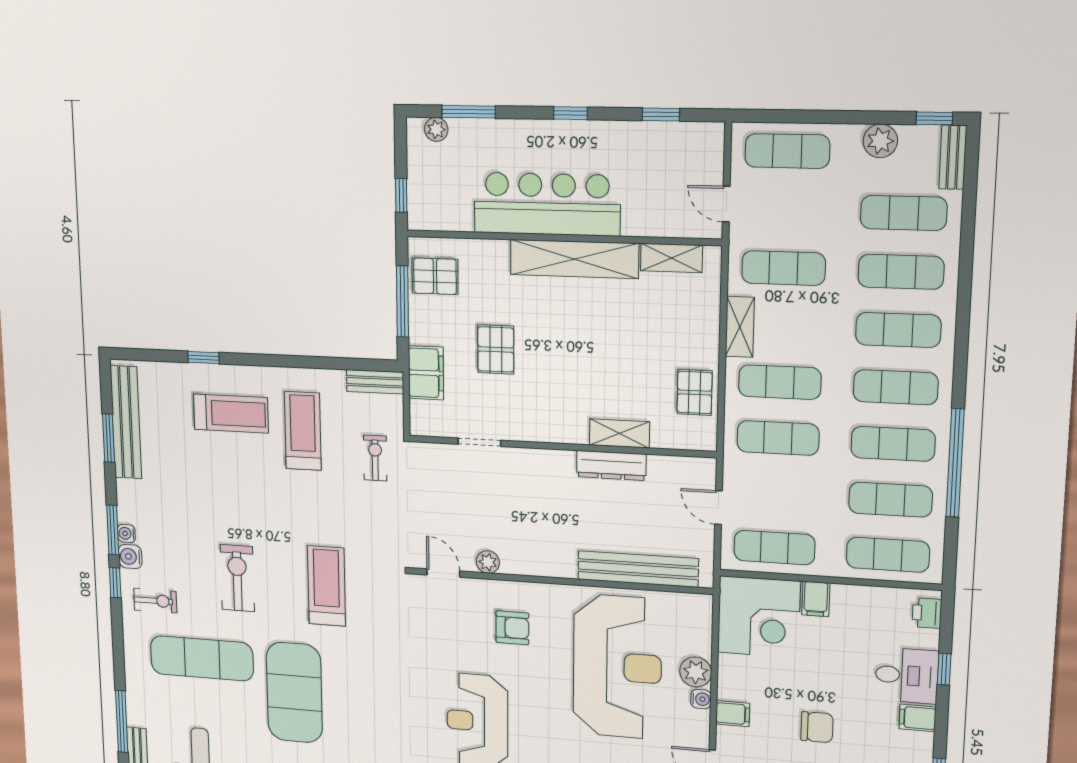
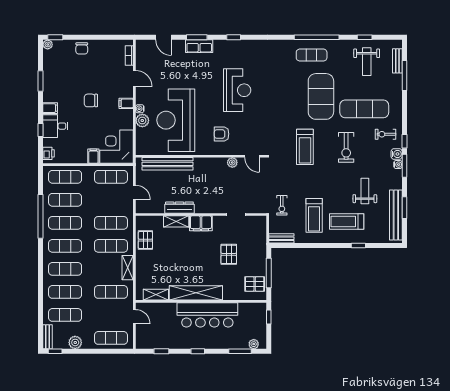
filing cabinet: (426, 373) -> (201, 223), moved, turned -90
weight bench: (194, 480) -> (365, 191), added

